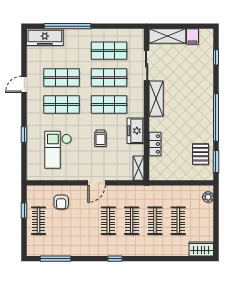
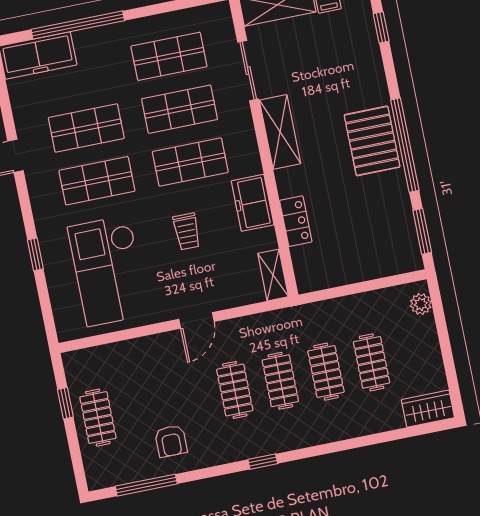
checkout: (58, 150) -> (108, 271), width x1.36, depth x1.21
pallet: (200, 154) -> (372, 141), moved, width x1.50, depth x1.42
armchair: (61, 202) -> (171, 441), moved

